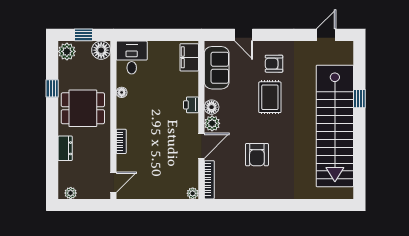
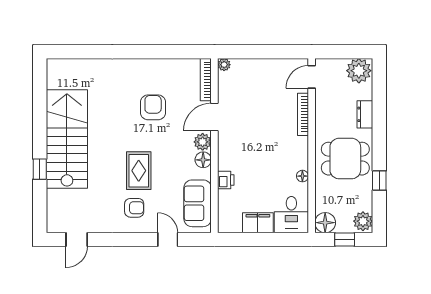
filing cabinet: (189, 57) -> (258, 223), moved, turned -90
printer: (191, 105) -> (226, 180), moved
stairs: (335, 126) -> (67, 139), width x0.73
bookcase: (121, 141) -> (303, 114), width x1.56
plant: (71, 193) -> (359, 71), width x1.88, depth x1.88

